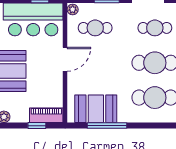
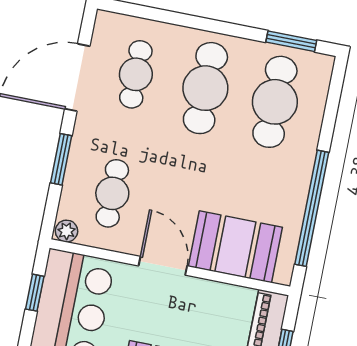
booth: (96, 109) -> (235, 247), moved, turned 90
window: (107, 126) -> (312, 208), width x1.46

